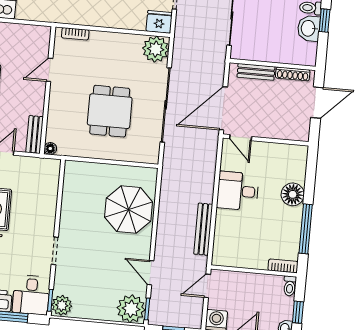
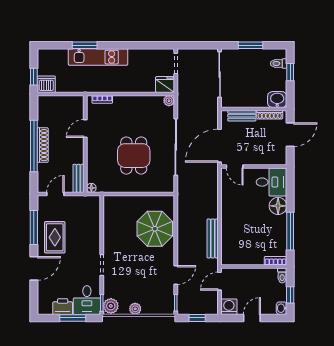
washbasin: (309, 28) -> (277, 100), moved, turned 90
plant: (156, 49) -> (169, 101), width x0.53, depth x0.53
desk: (238, 191) -> (272, 182), moved, turned 180
door: (150, 273) -> (176, 275), swing flipped
plant: (131, 309) -> (135, 309), moved, width x0.53, depth x0.53

